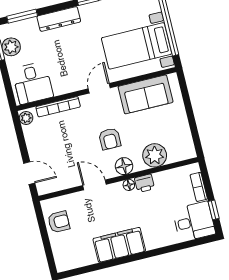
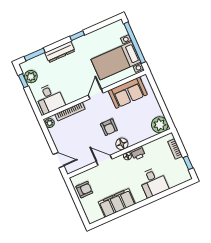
plant: (155, 155) -> (160, 125), moved
desk: (194, 222) -> (153, 182), moved, turned 90
filing cabinet: (119, 245) -> (117, 203), moved

